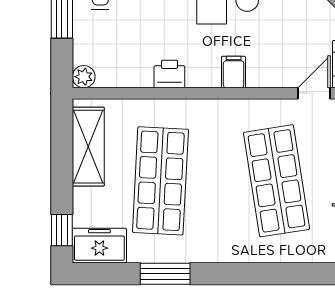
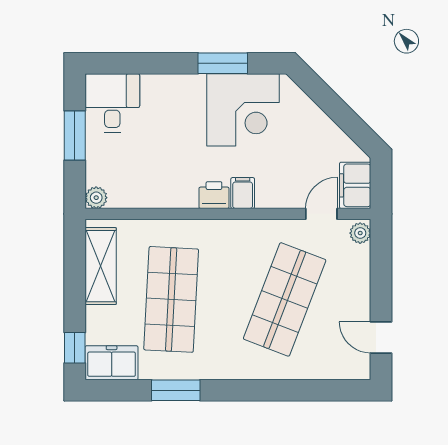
printer: (169, 74) -> (214, 195), moved
shop shelf: (276, 181) -> (285, 299), turned 30

